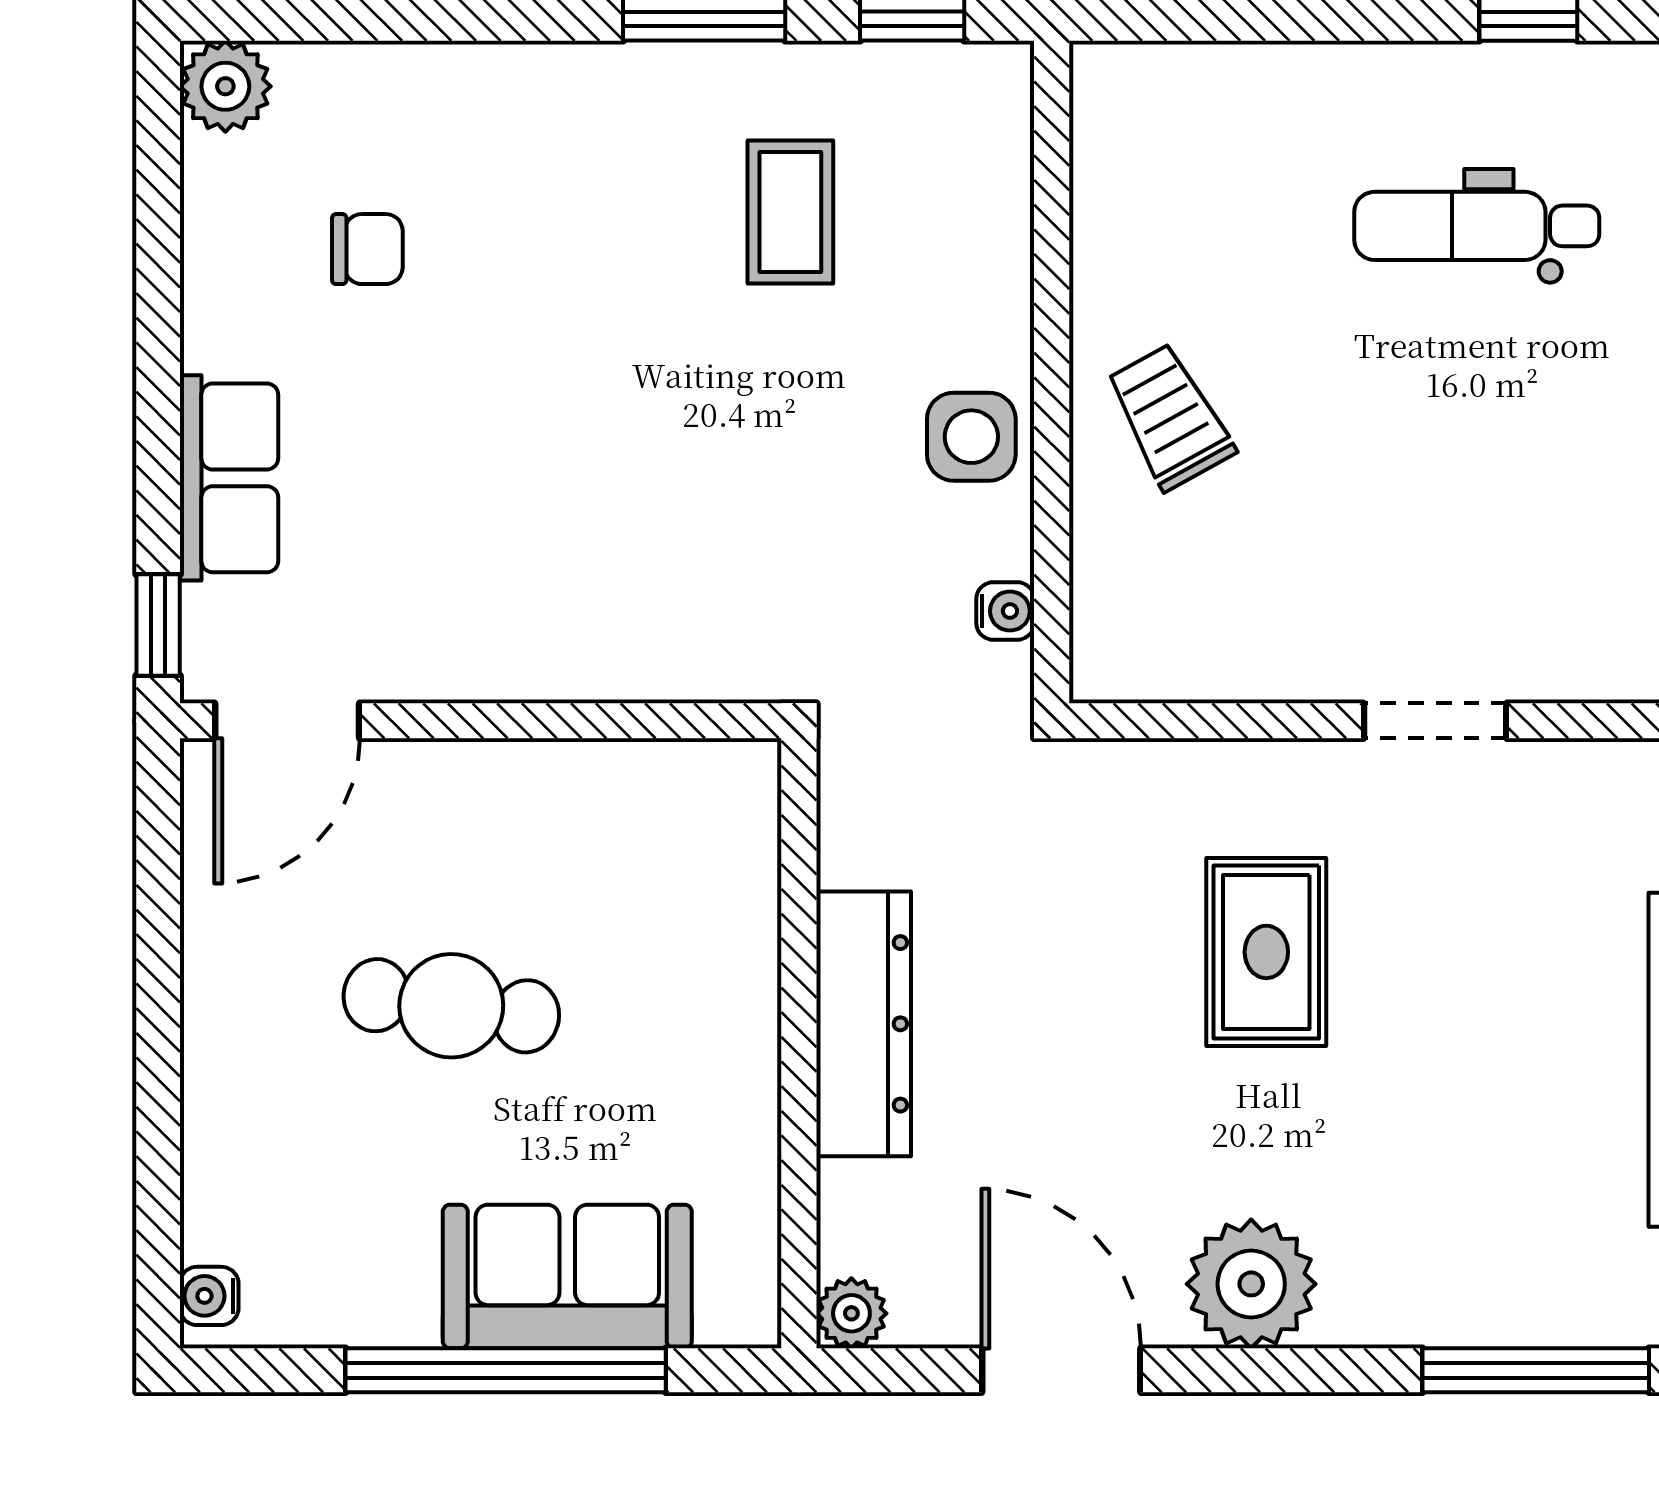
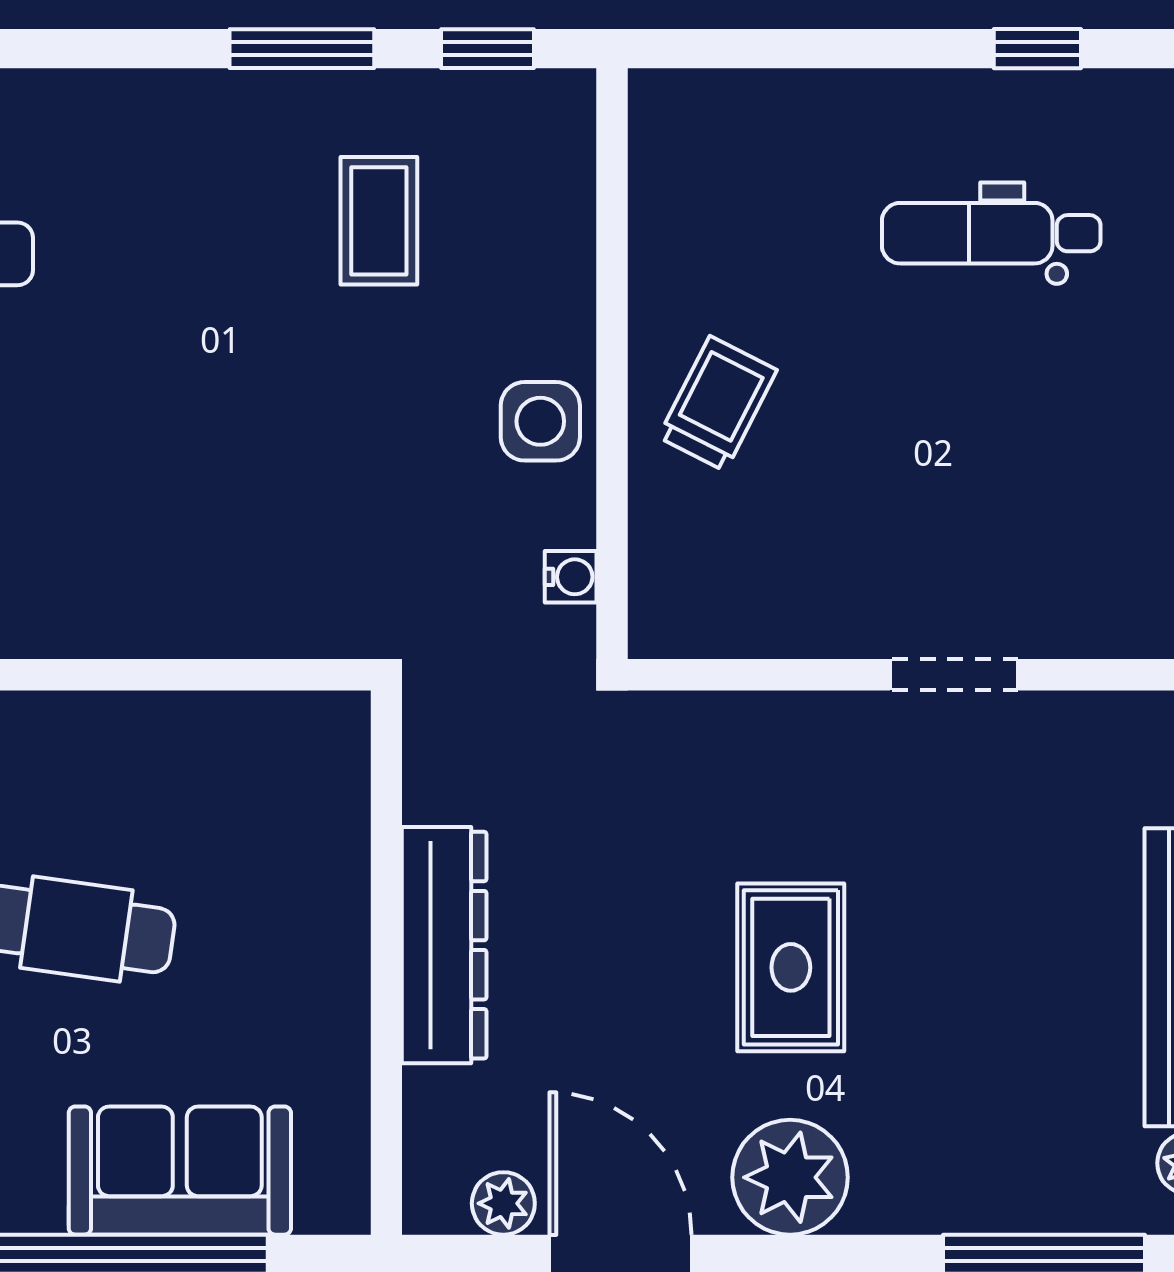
trolley: (1170, 417) -> (718, 404), turned 56
rug: (1266, 952) -> (791, 967), moved
plant: (851, 1313) -> (503, 1203), moved

